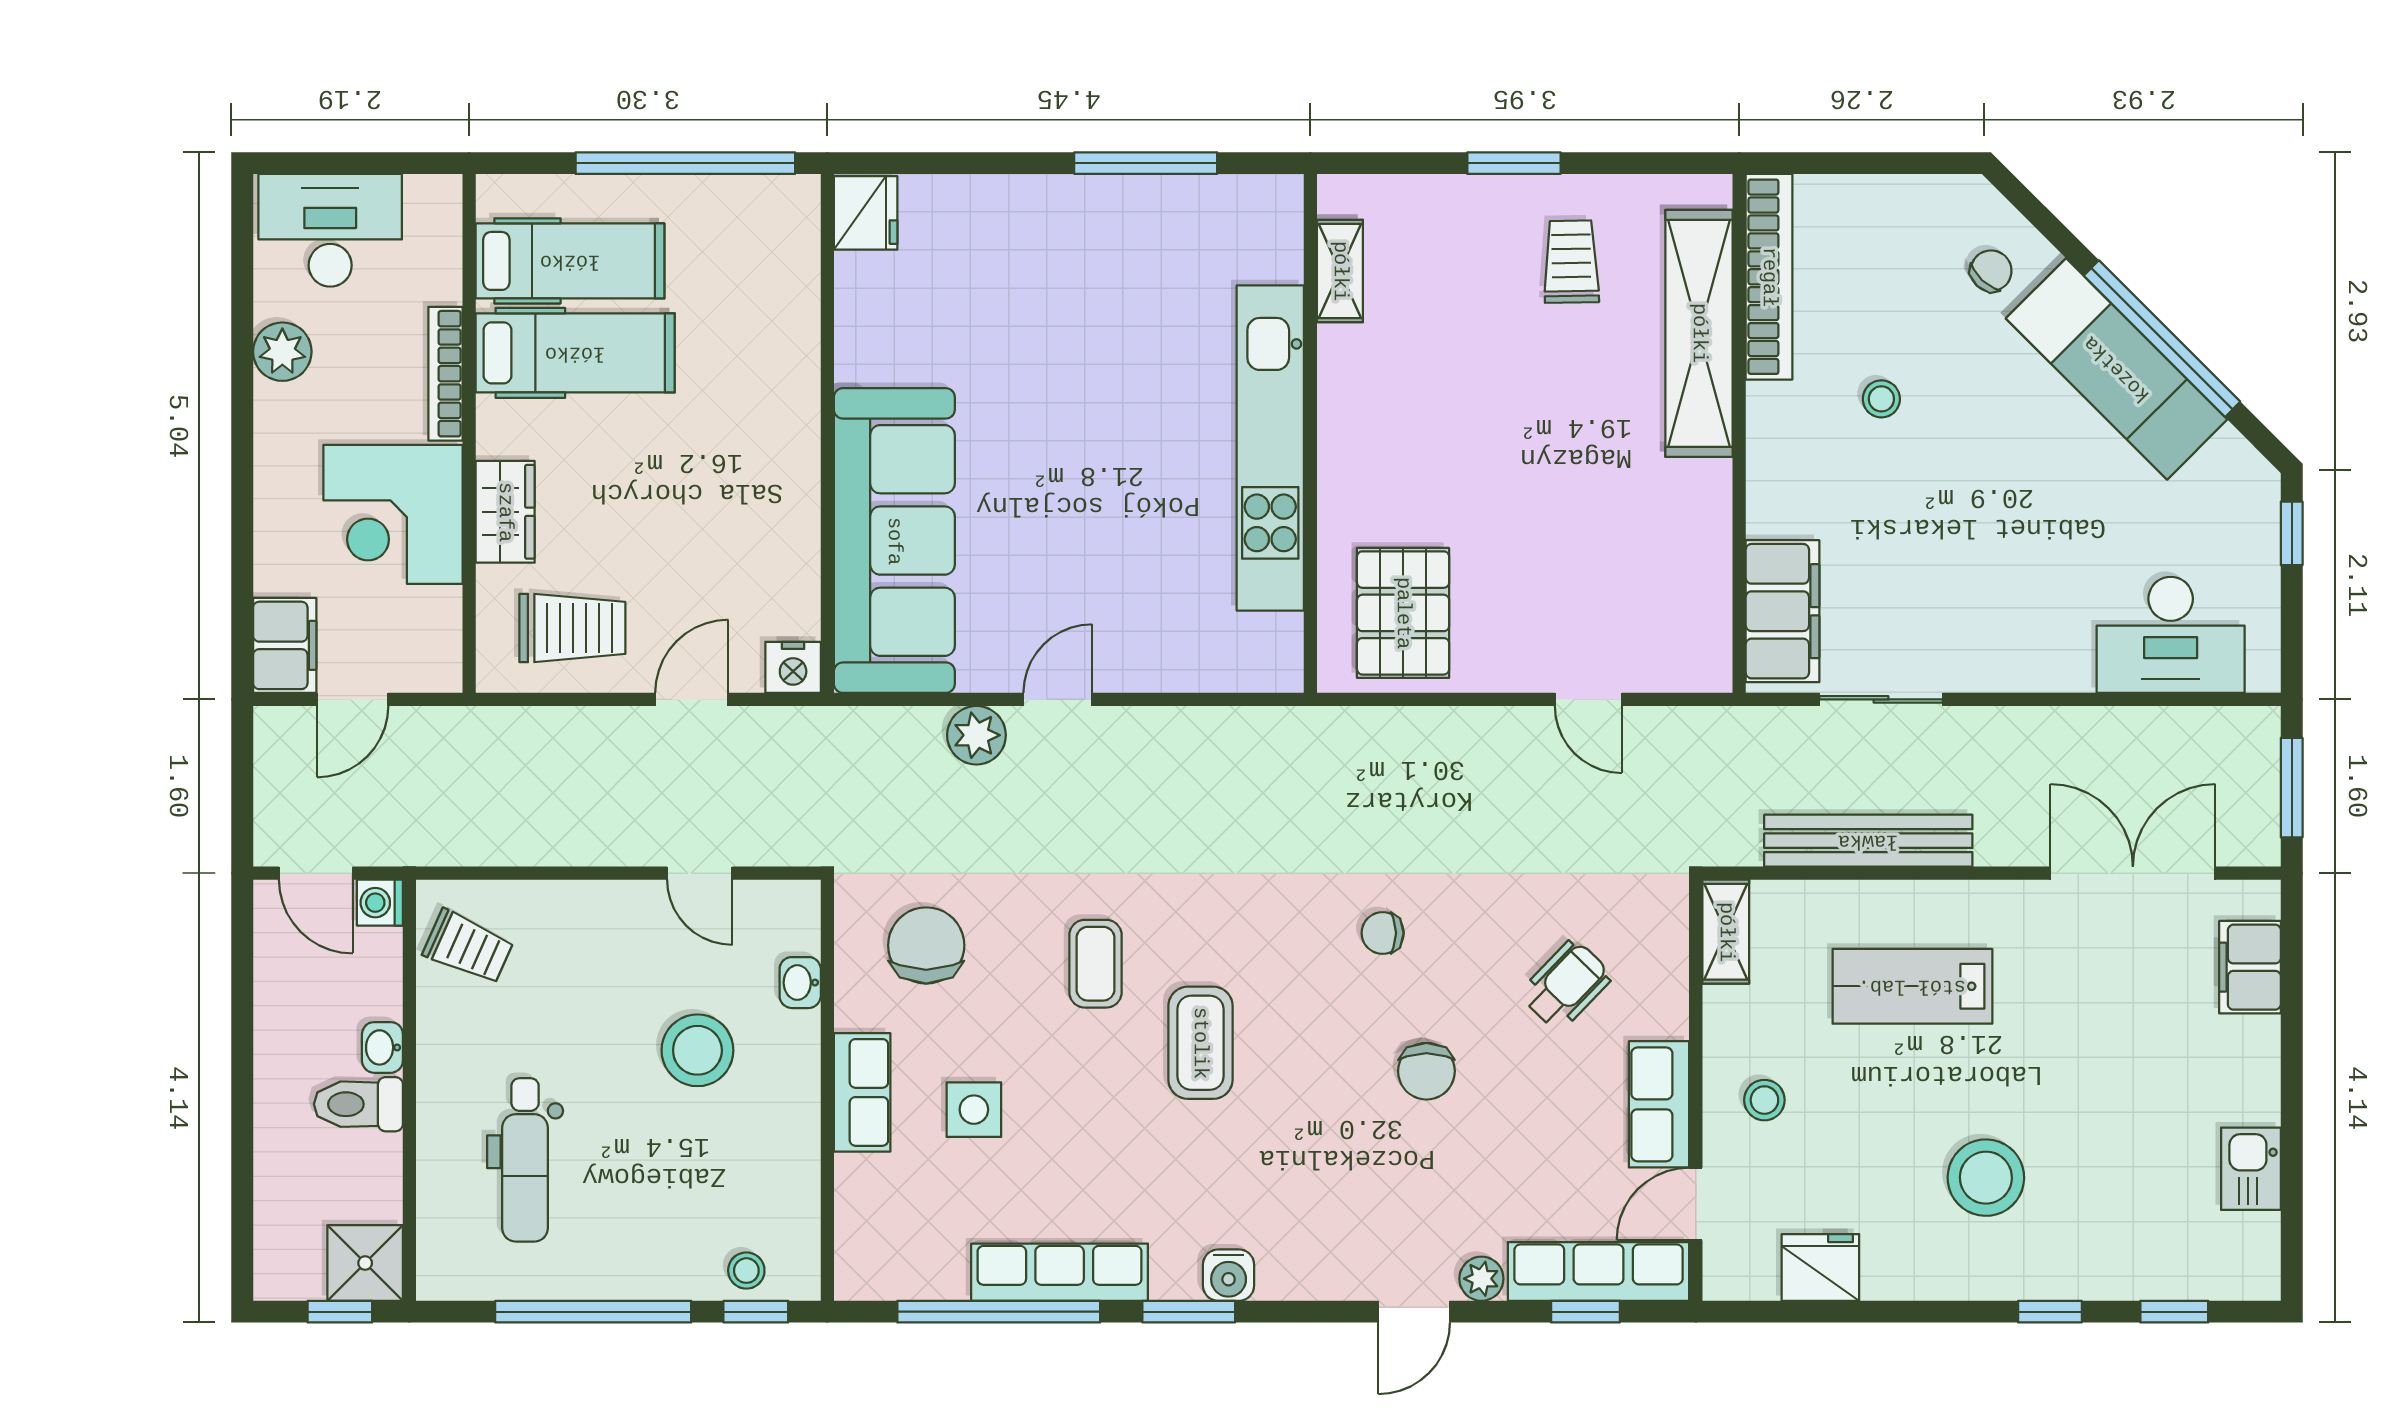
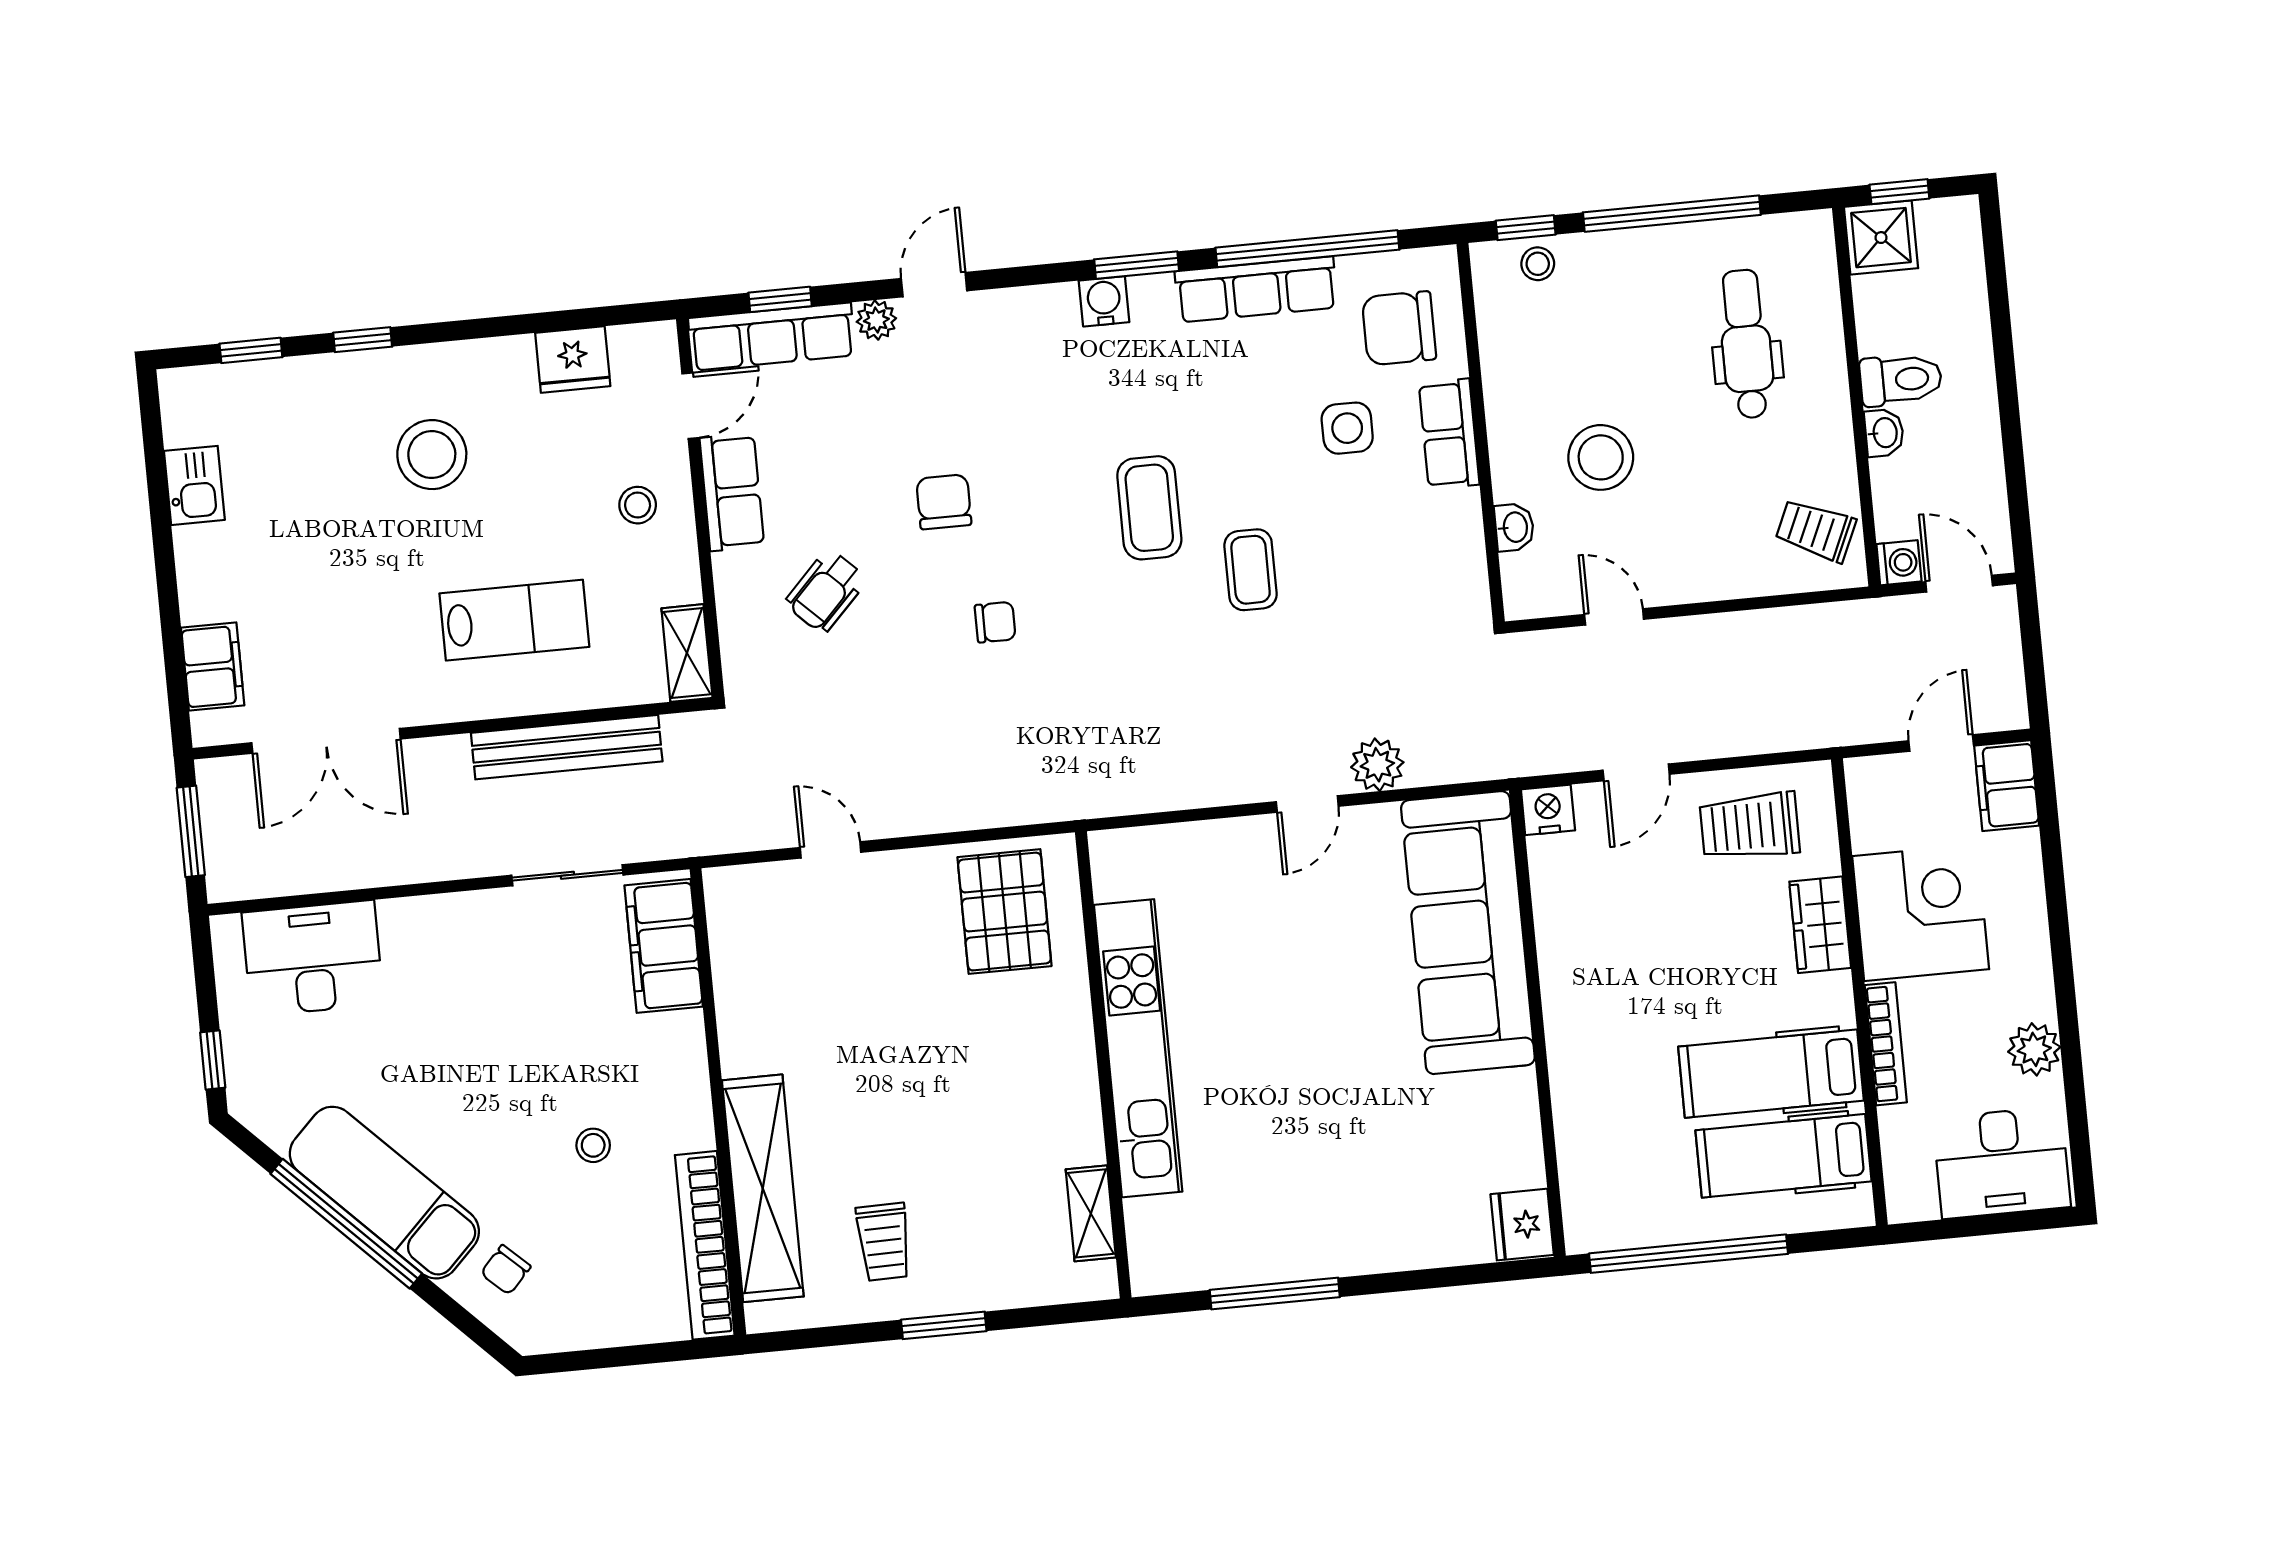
chair: (926, 945) -> (1399, 328), moved, turned 90

